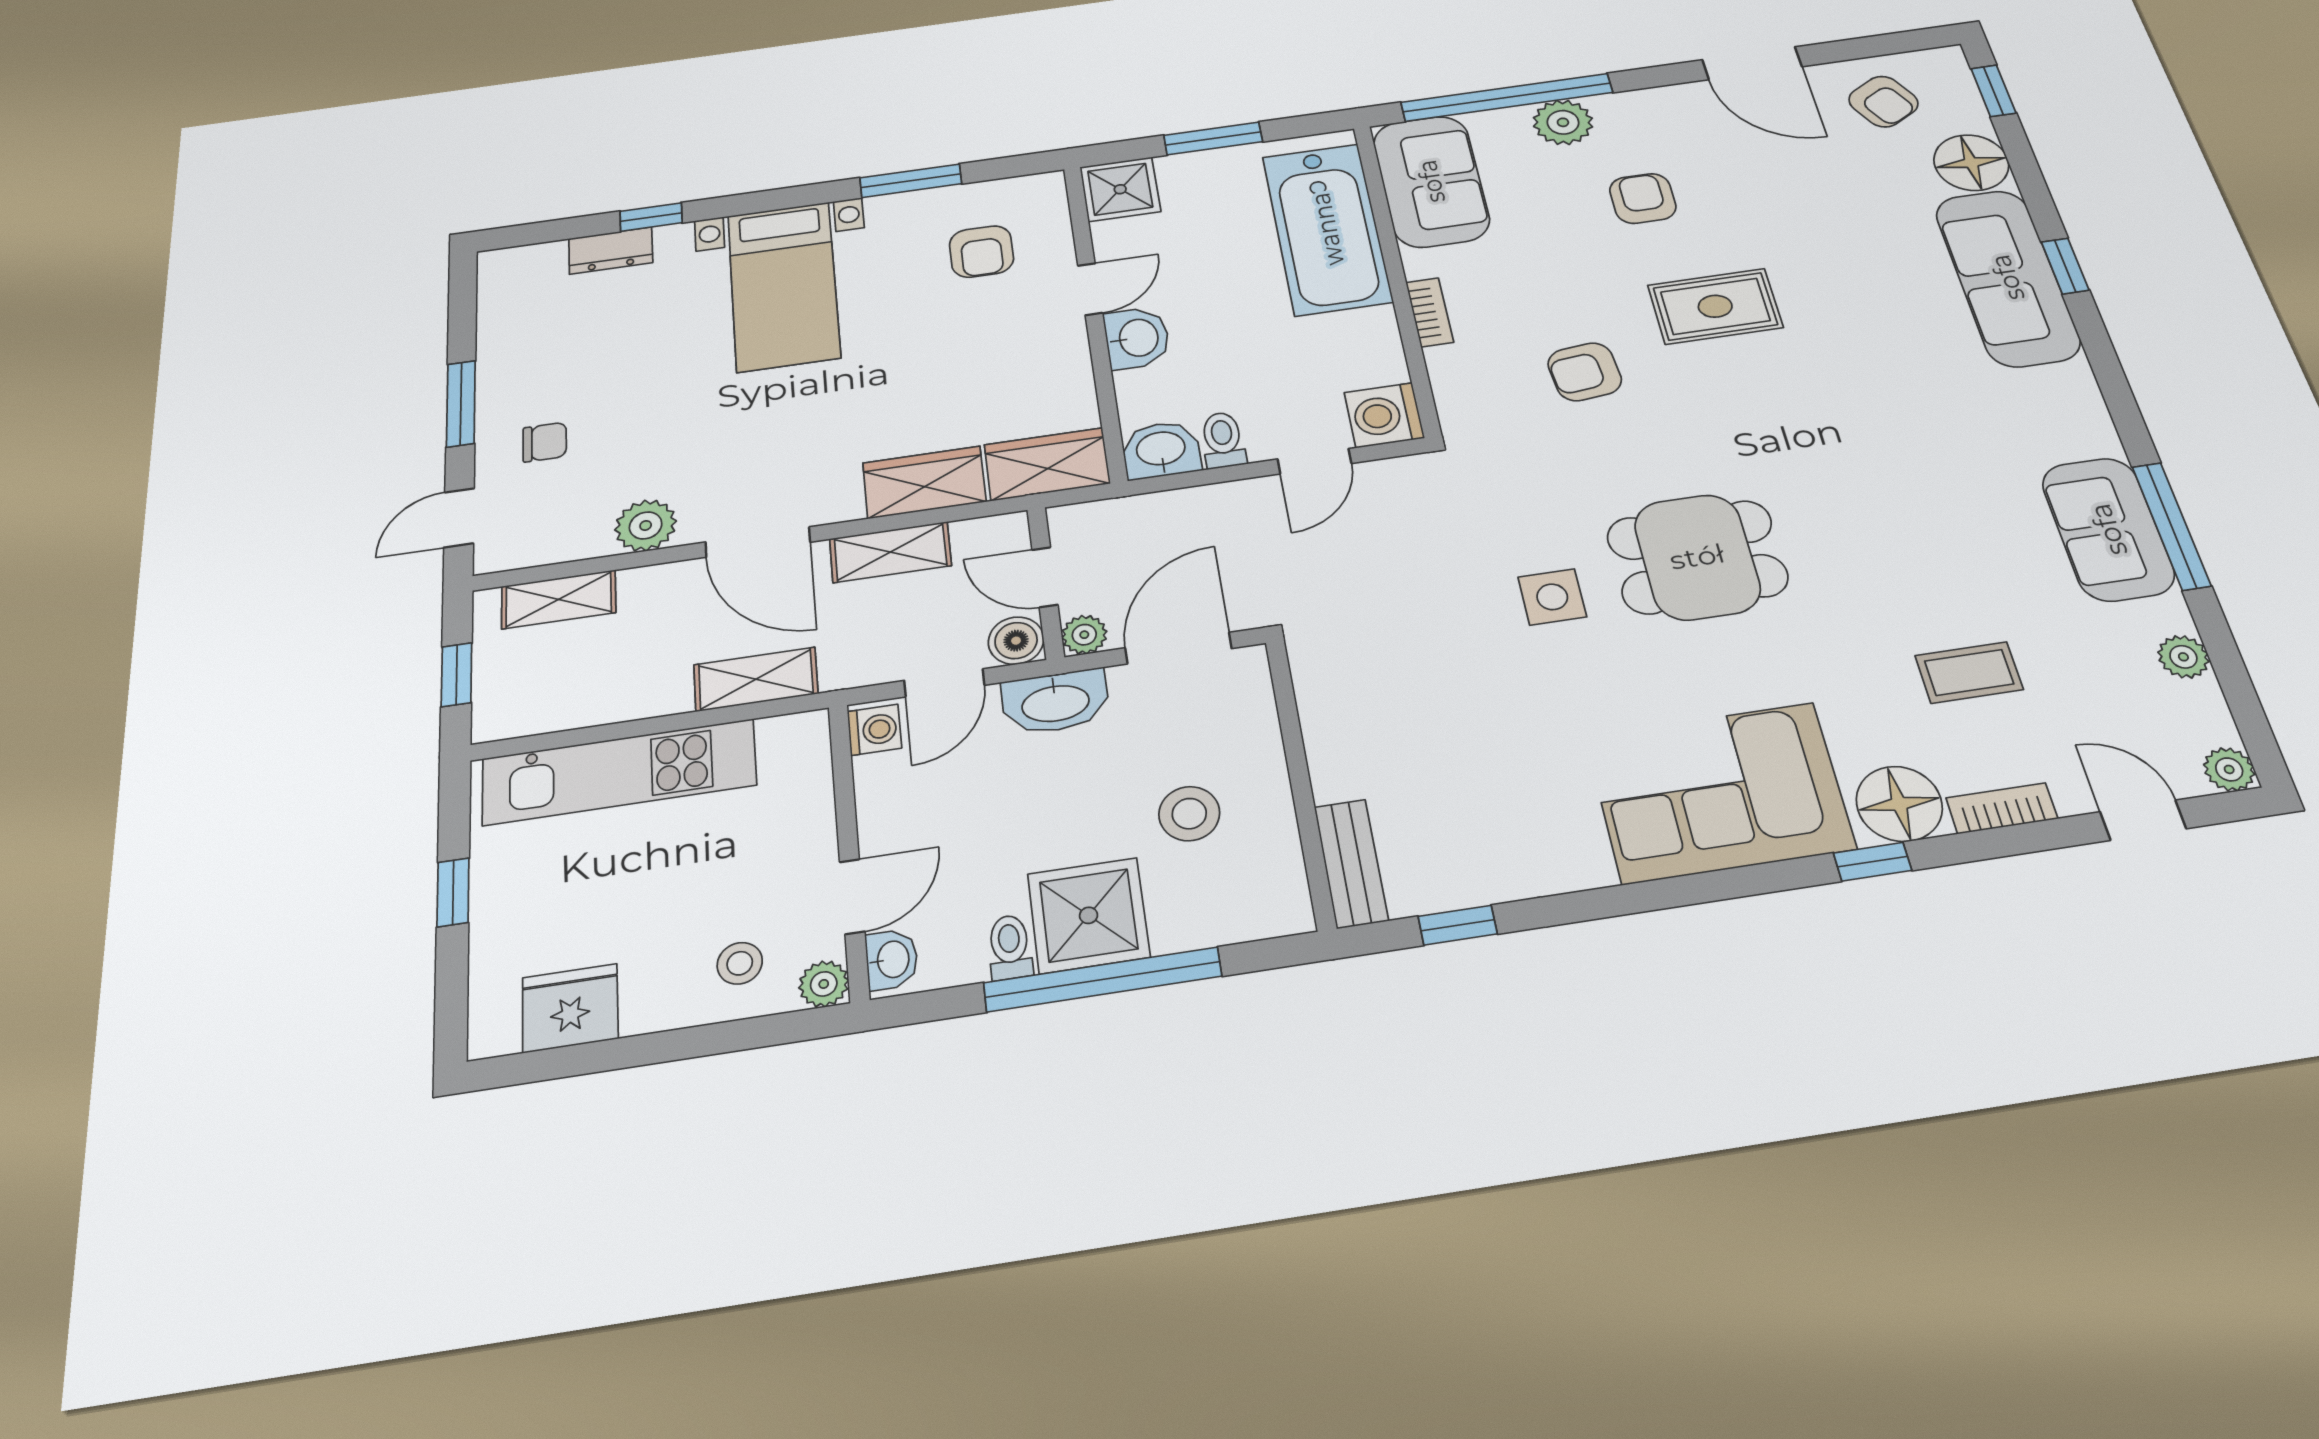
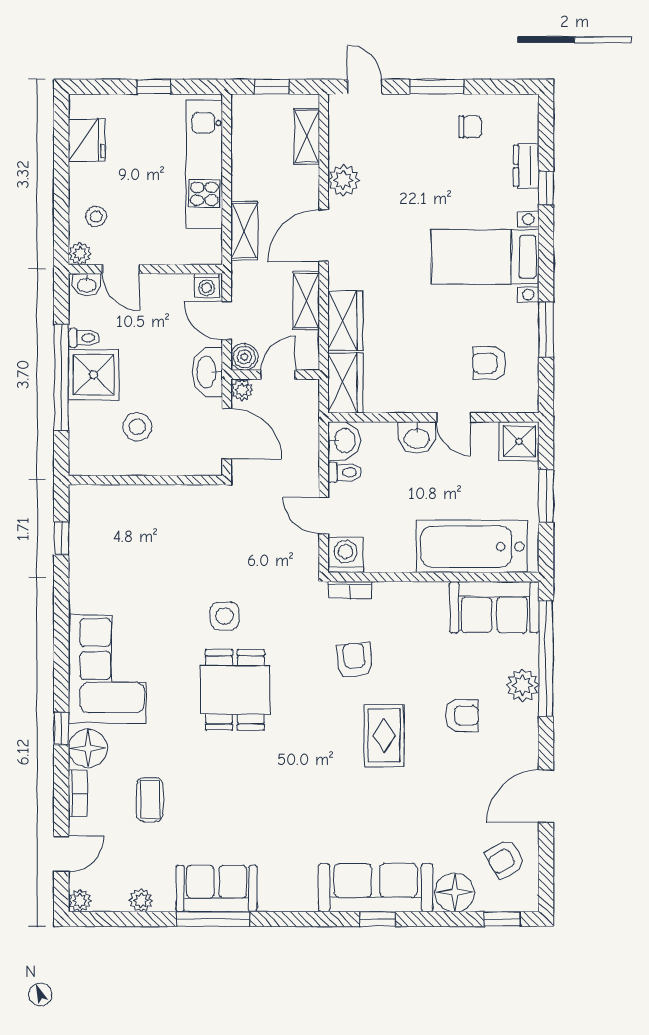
bookcase: (1430, 312) -> (350, 590), moved
chair: (545, 442) -> (470, 127), moved, turned -90
bench: (1351, 863) -> (100, 496), removed

